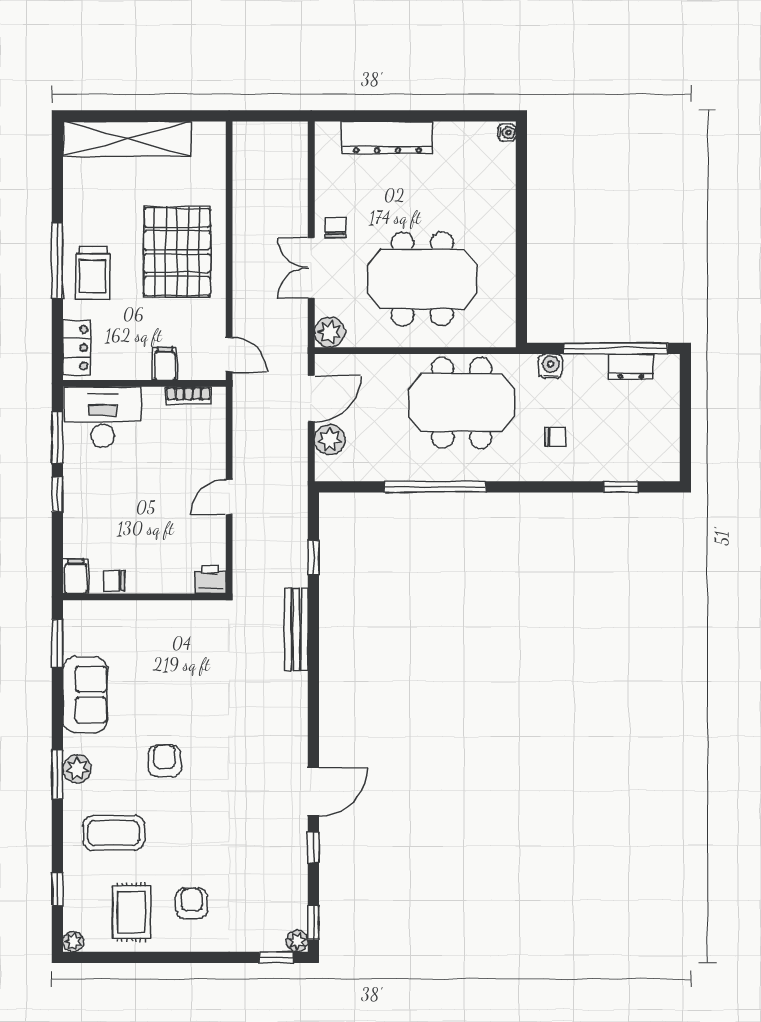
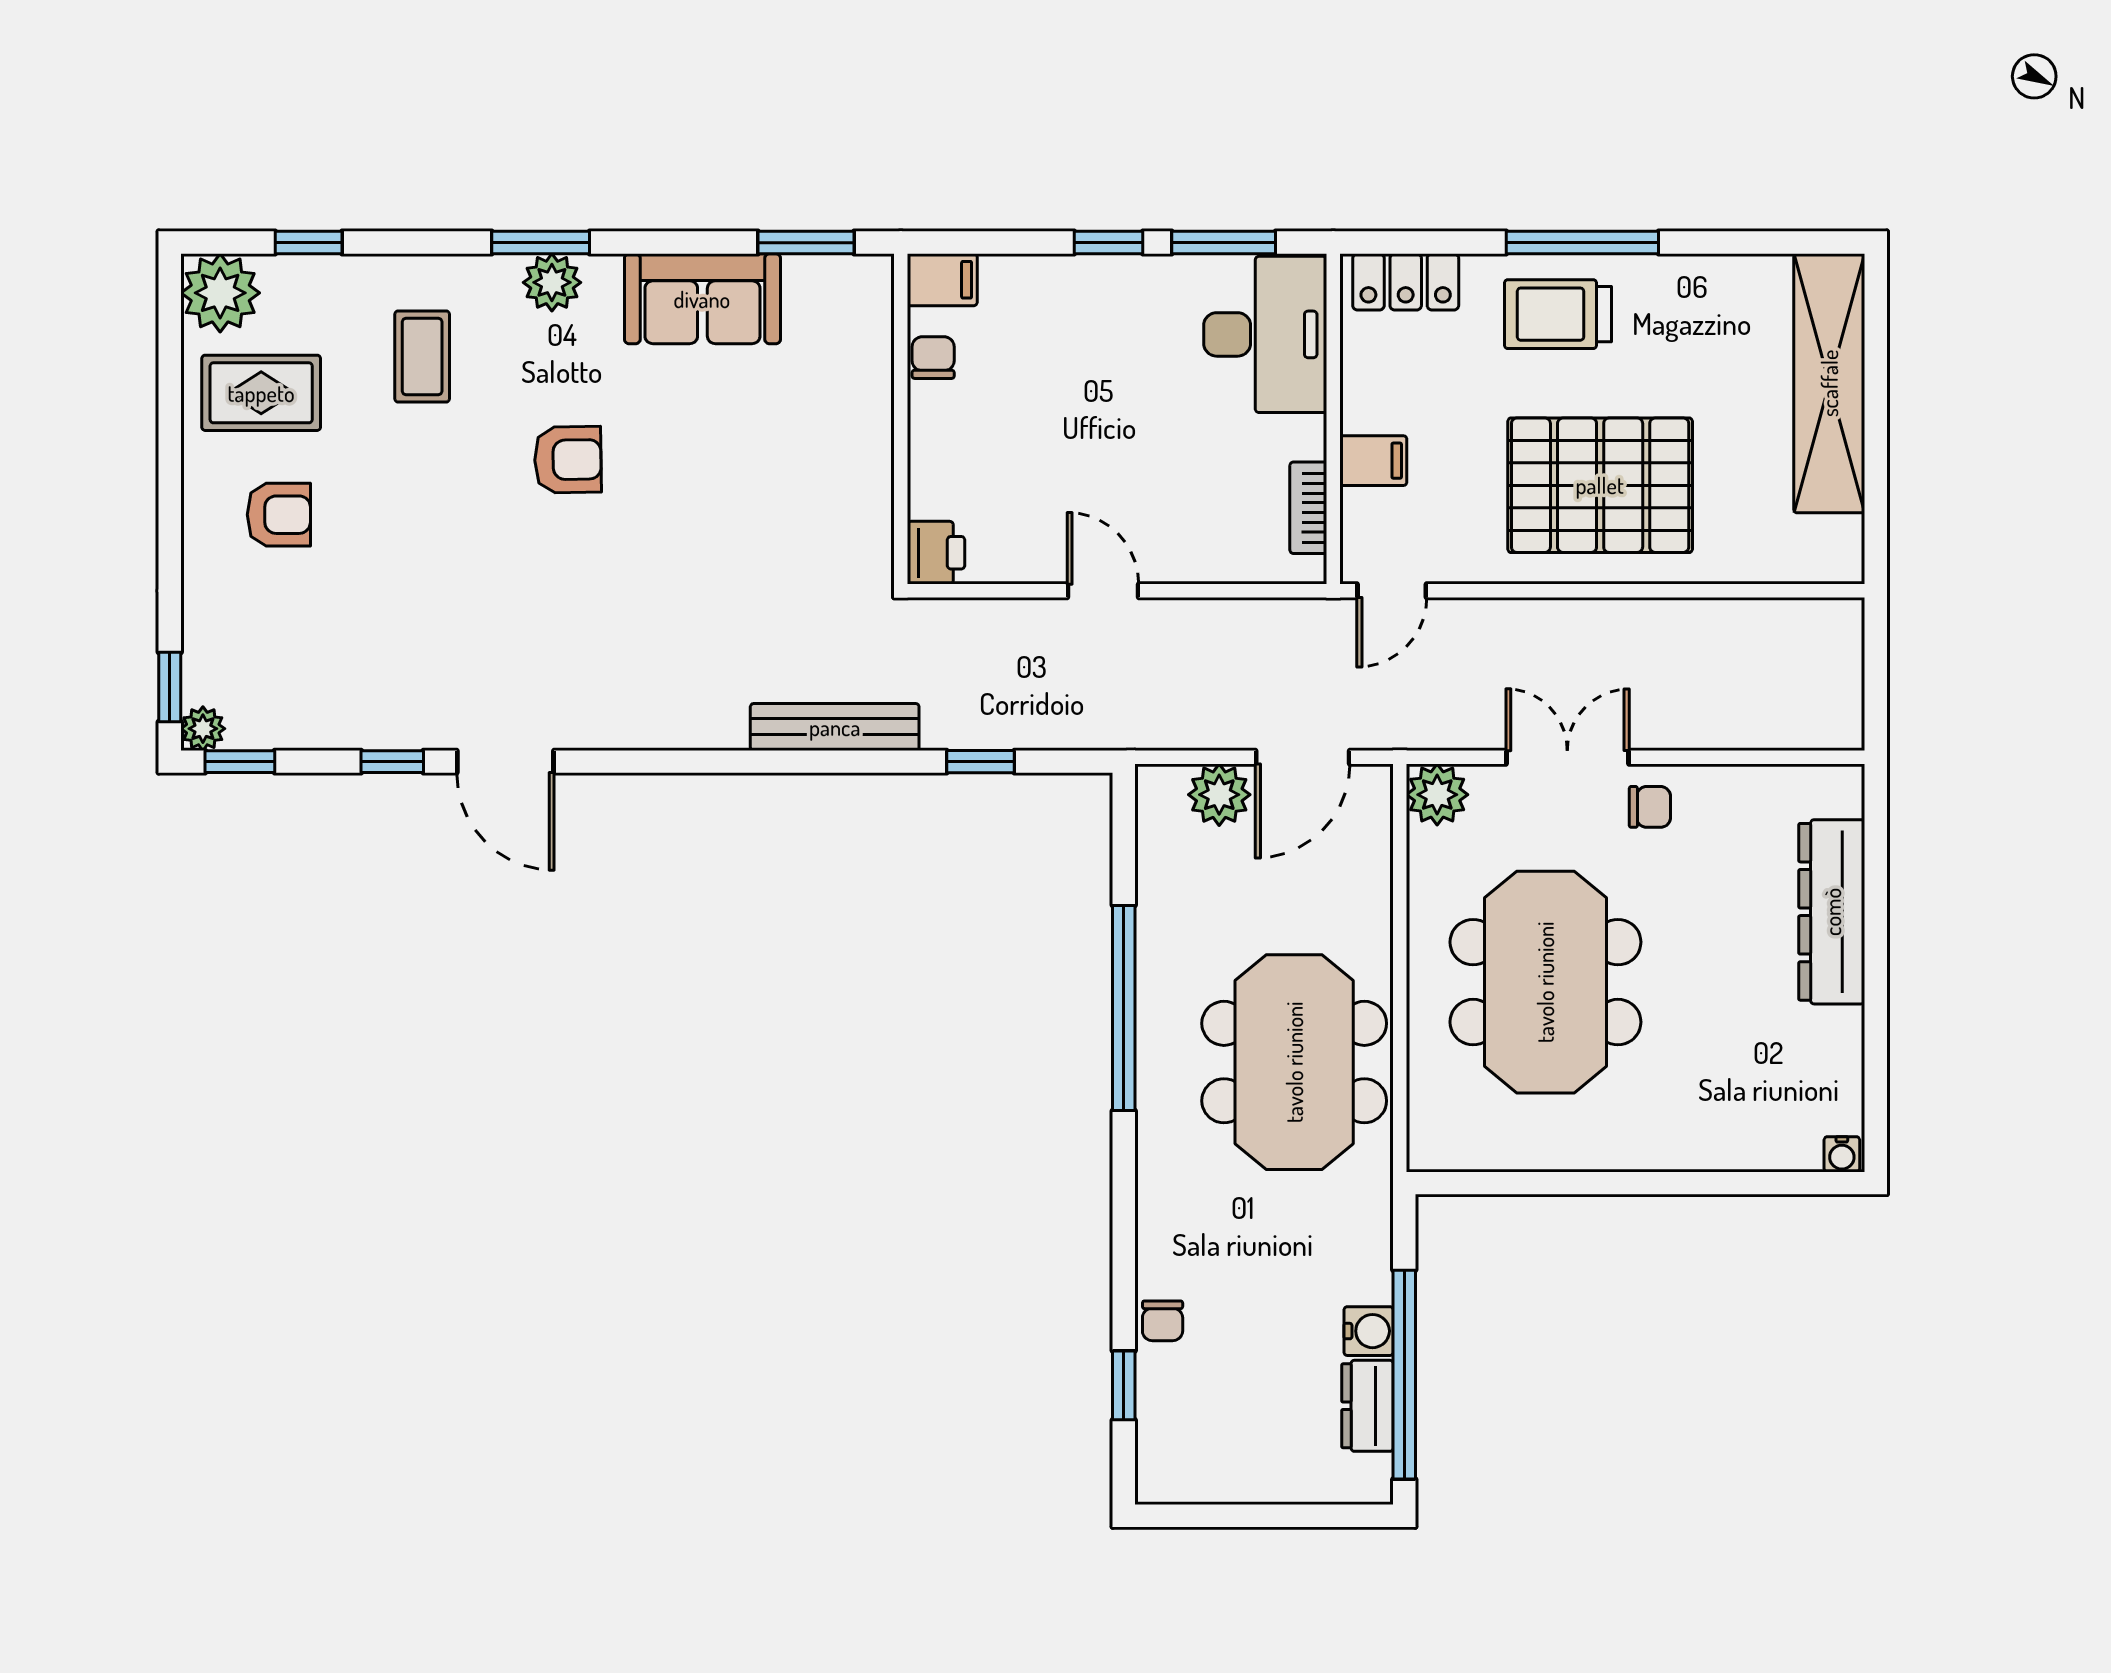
water cooler: (551, 366) -> (1369, 1331), moved
door: (311, 399) -> (1303, 757), hinge flipped
chair: (555, 437) -> (1163, 1321), moved
coffee table: (114, 833) -> (422, 356), width x0.73, depth x0.77
plant: (73, 942) -> (220, 293), width x1.87, depth x1.87

